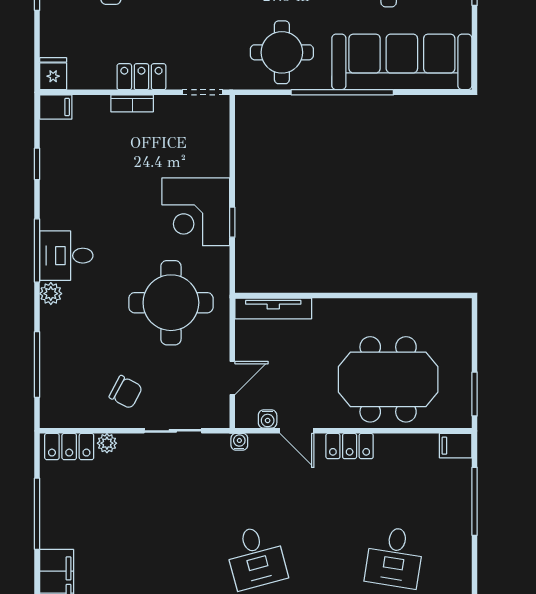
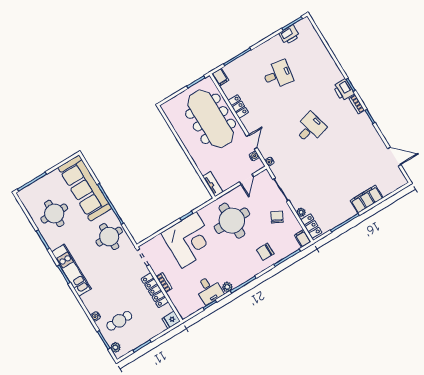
locker: (141, 77) -> (155, 290), width x1.53
filing cabinet: (56, 107) -> (303, 238), moved
corner desk: (196, 212) -> (189, 240), width x1.36, depth x1.36
desk: (66, 256) -> (209, 290), moved
plant: (51, 294) -> (227, 287), moved
tv unit: (273, 308) -> (213, 184), width x0.71
chair: (74, 330) -> (265, 252), added
door: (232, 378) -> (247, 179), swing flipped
meeting table: (388, 379) -> (211, 119), width x1.36
locker: (350, 446) -> (238, 106), moved

